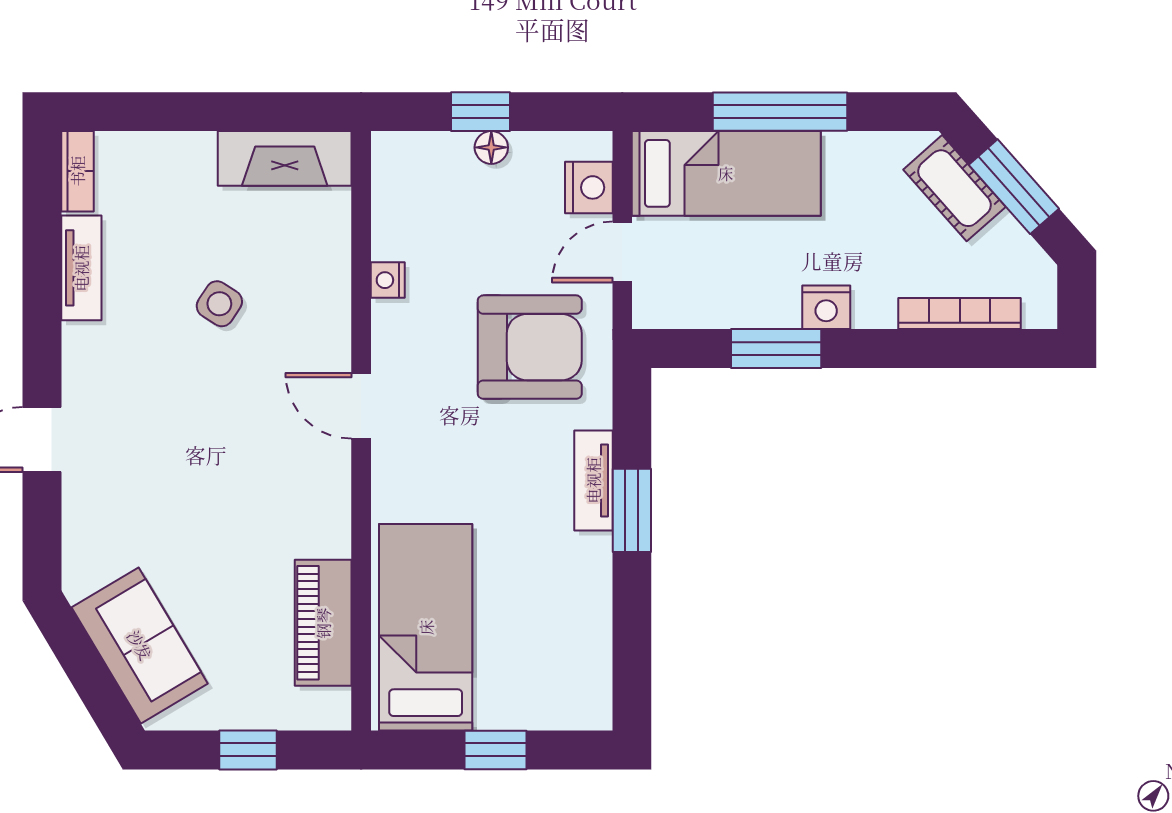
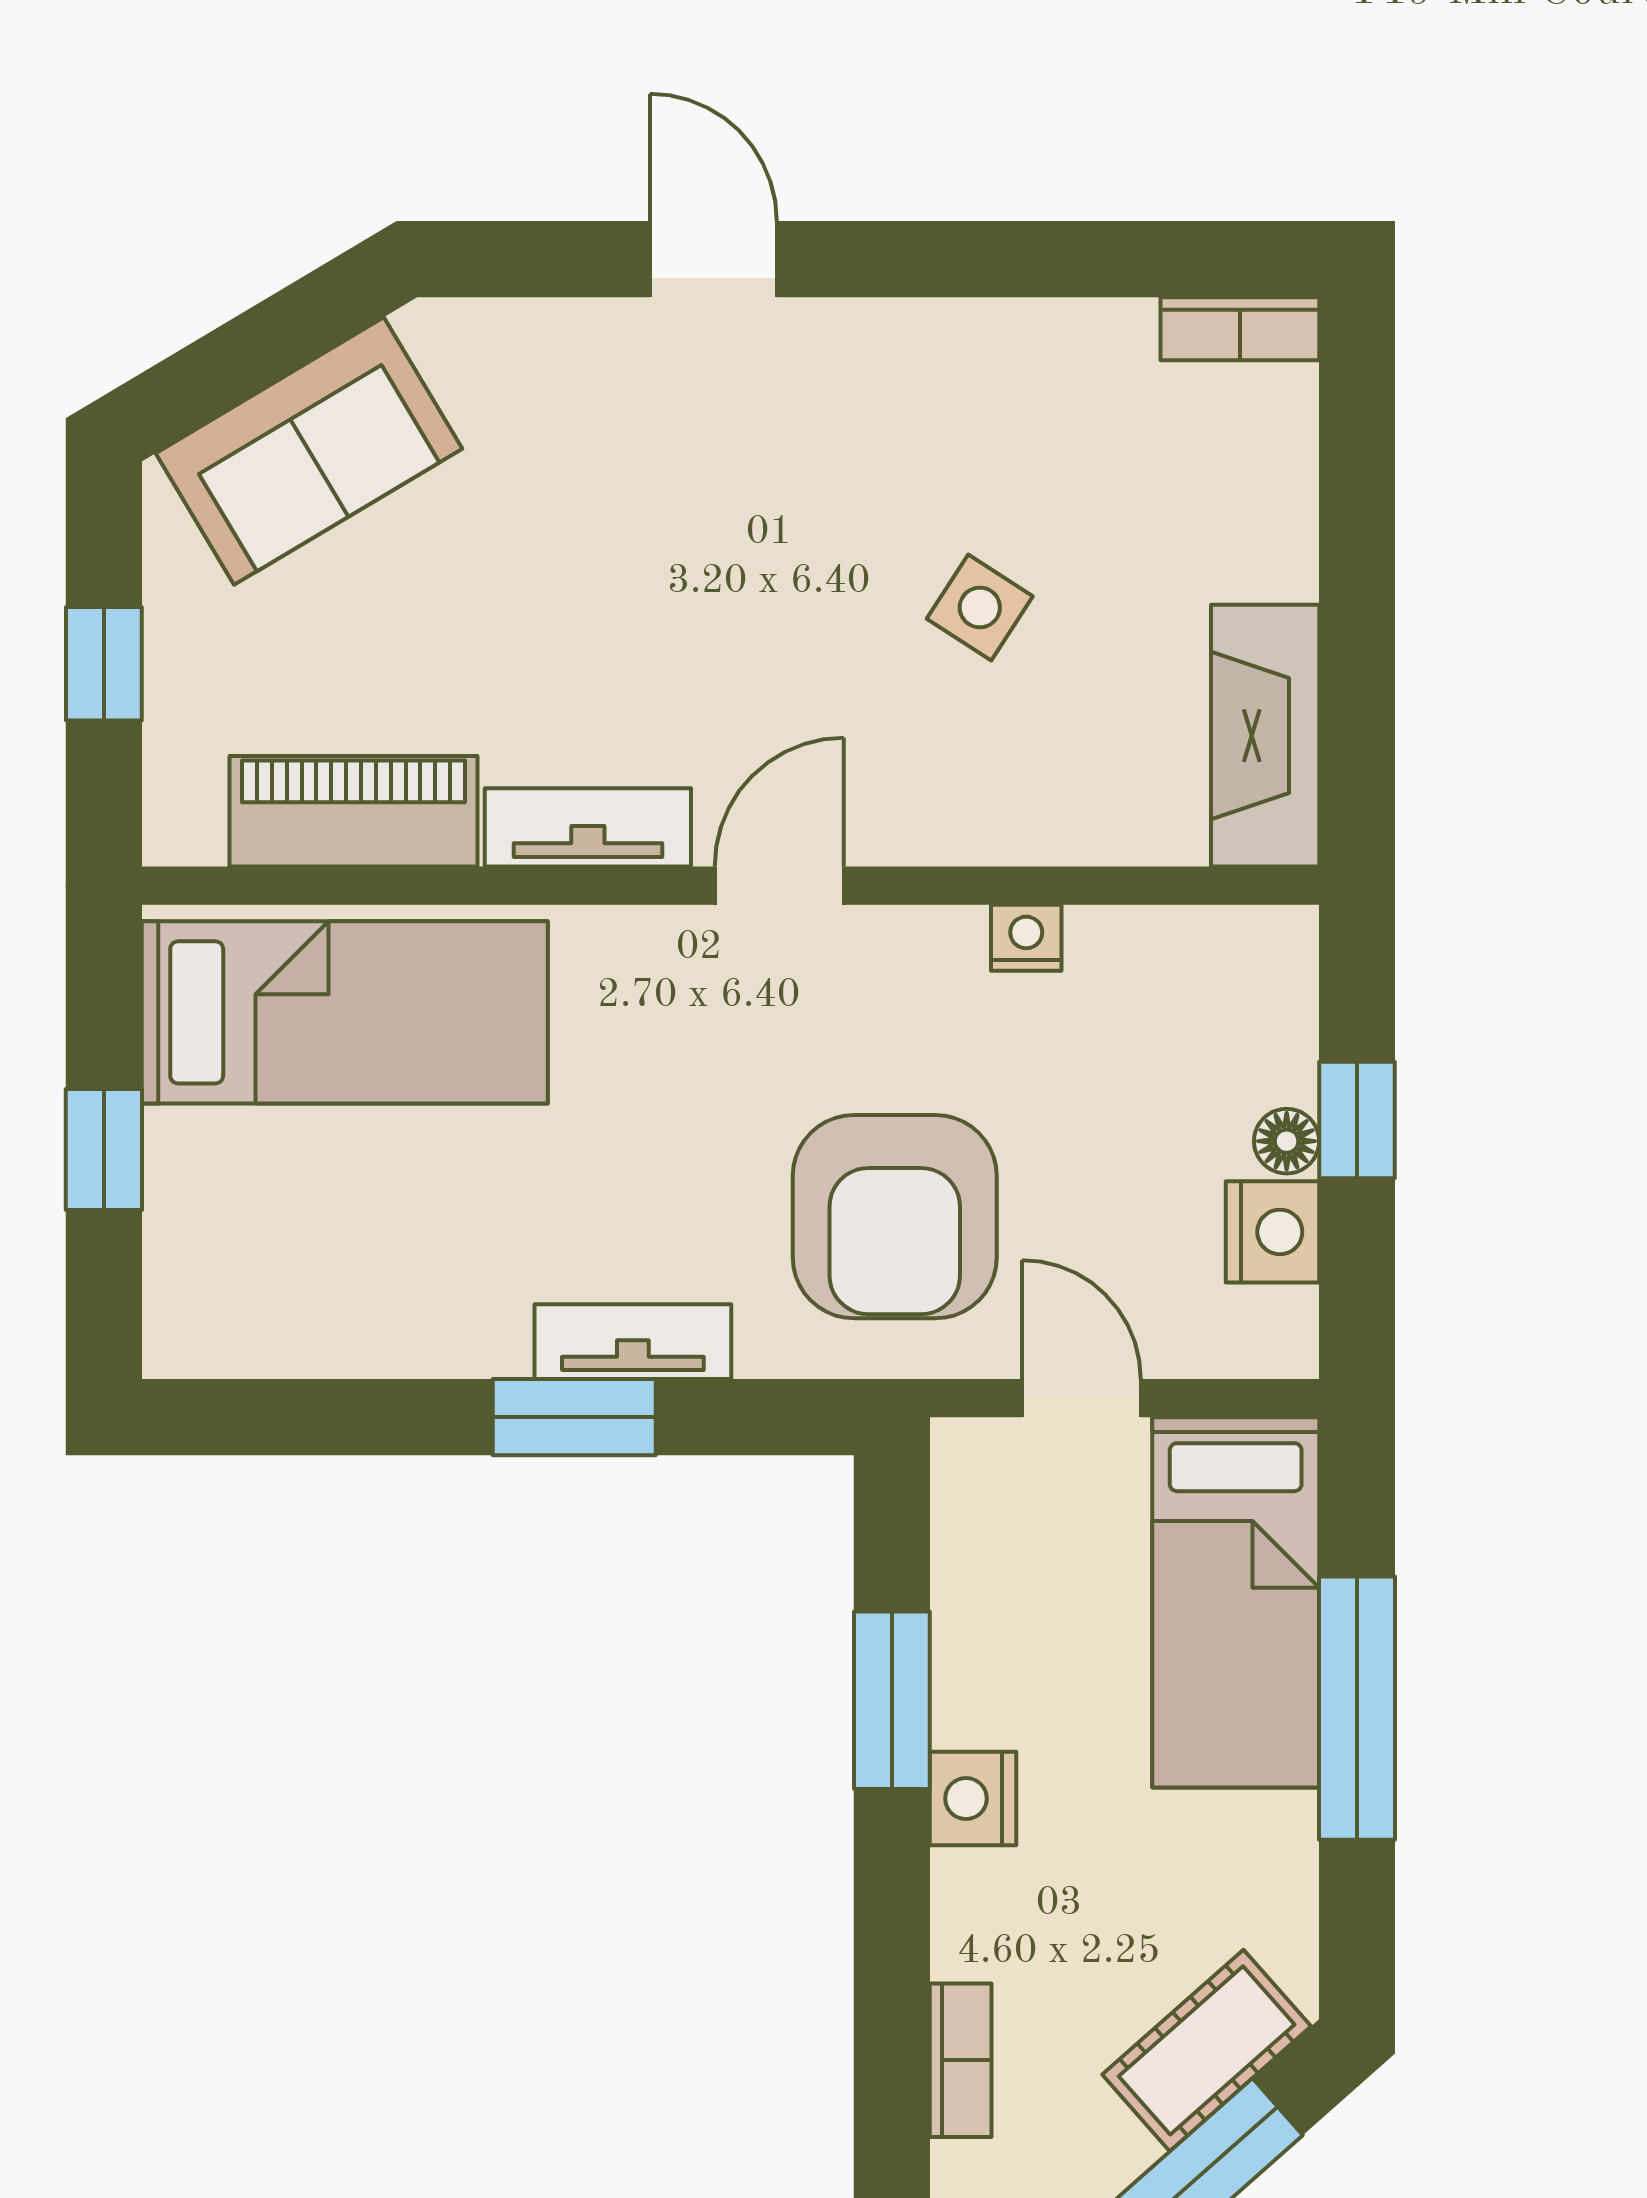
nightstand: (589, 187) -> (1272, 1232), moved, turned -90
tv unit: (81, 268) -> (588, 827), moved, turned 180
bookcase: (960, 314) -> (961, 2060), width x0.64

